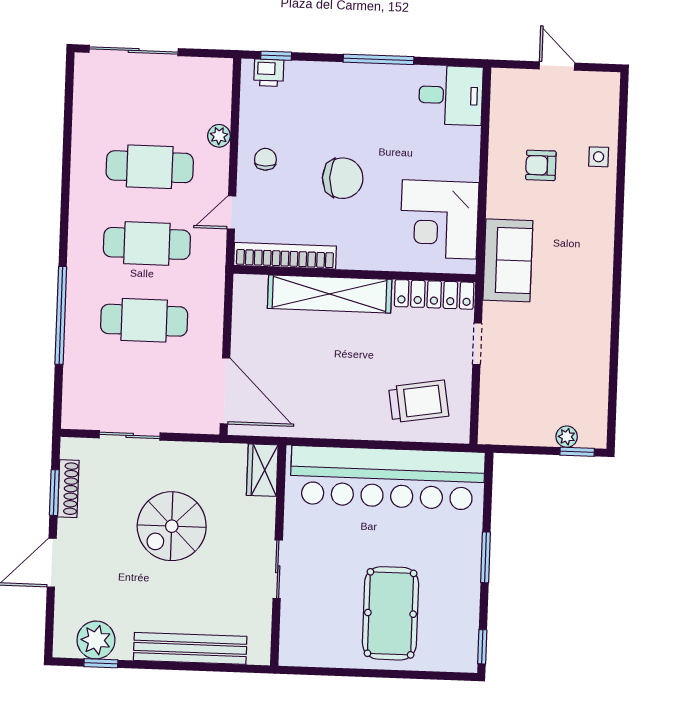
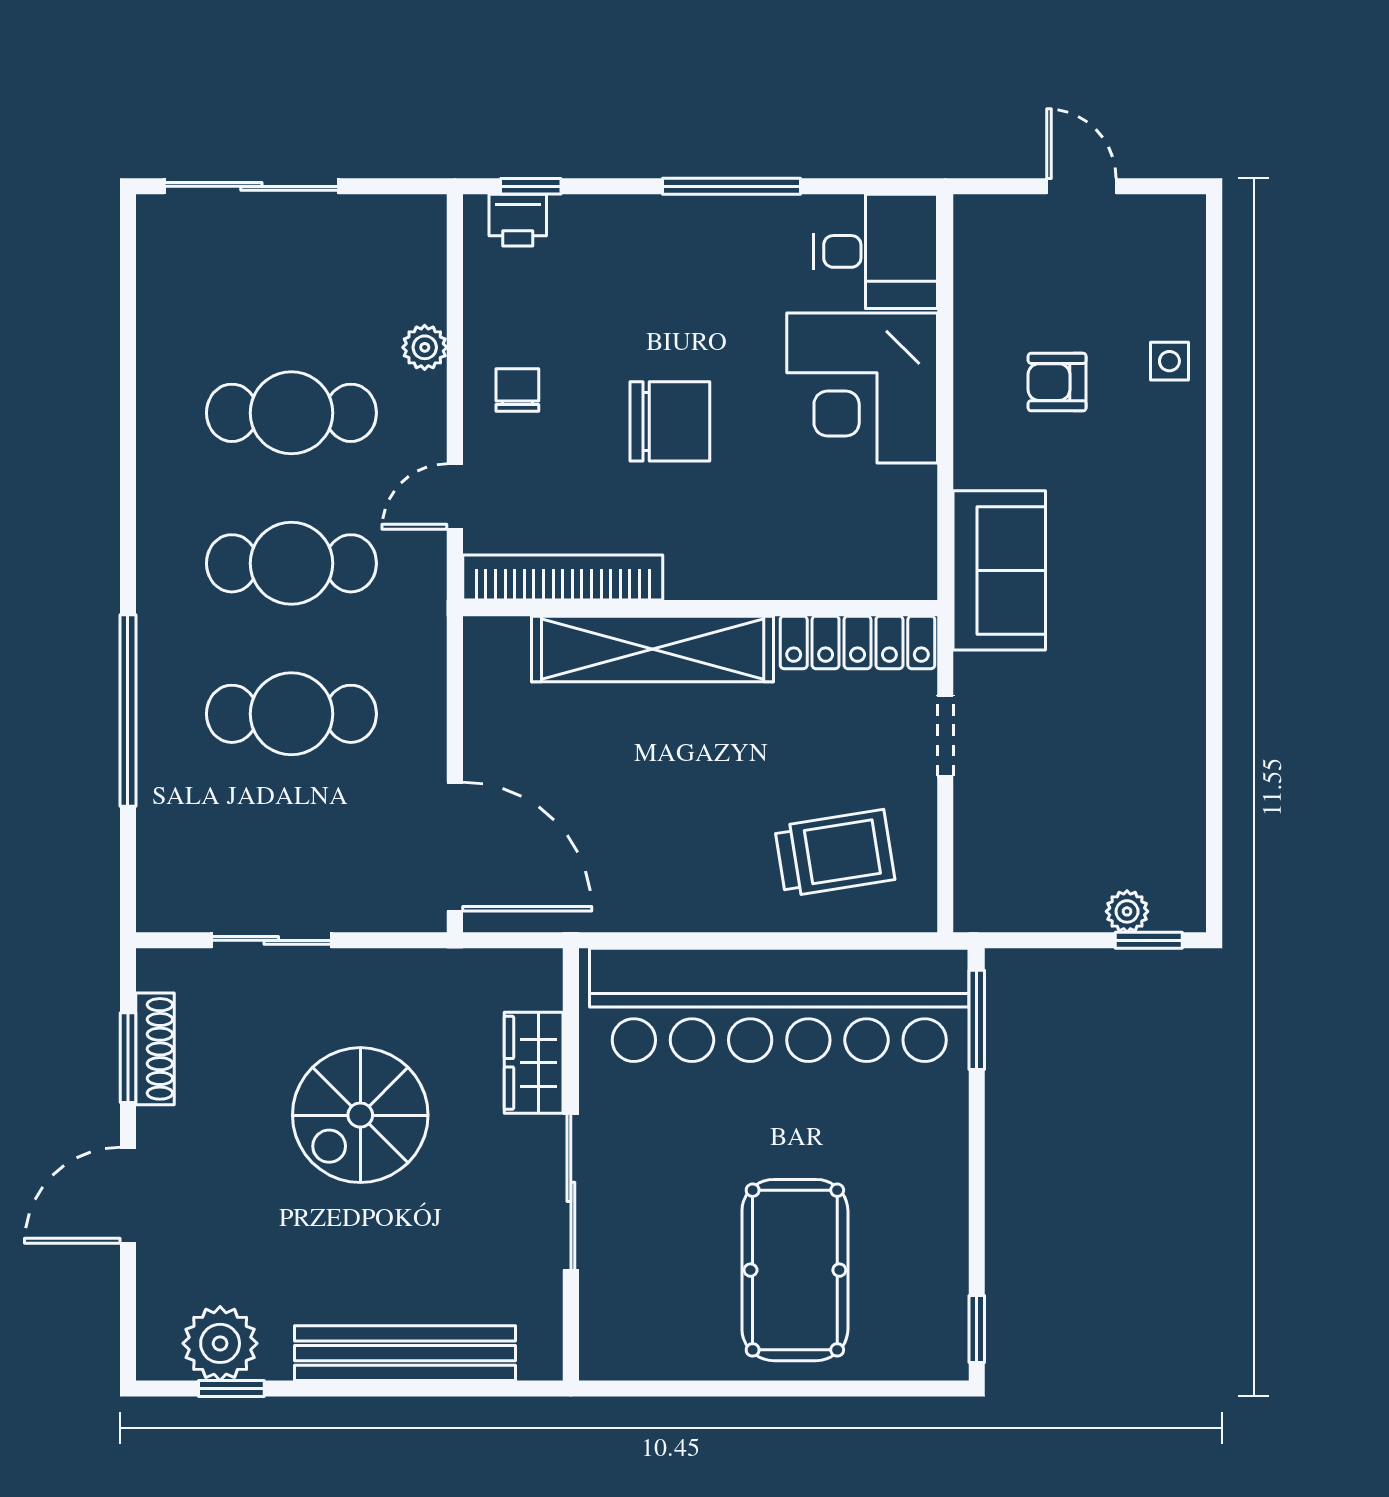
corner desk: (439, 219) -> (862, 388), moved
wardrobe: (262, 470) -> (534, 1063), moved
window: (485, 557) -> (977, 1020), moved
sliding door: (278, 569) -> (571, 1192), width x1.37

